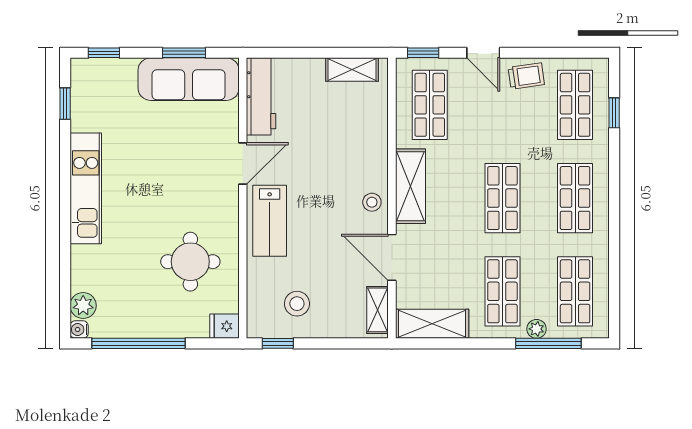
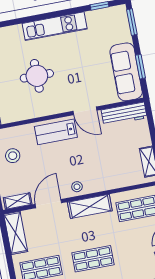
window: (104, 53) -> (132, 22), width x1.50
round table: (190, 262) -> (37, 76), moved

